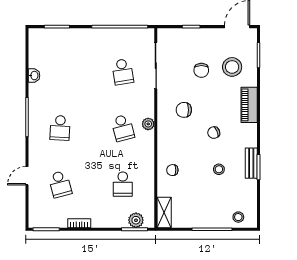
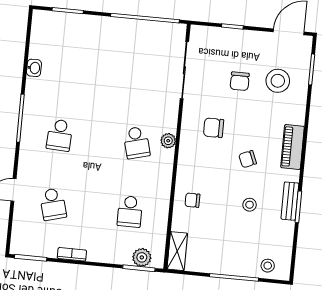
school desk: (123, 72) -> (143, 74), removed
piano: (249, 105) -> (293, 147), moved

